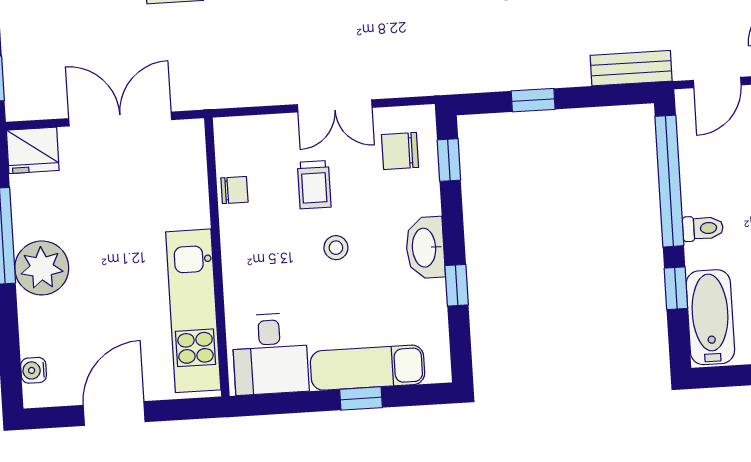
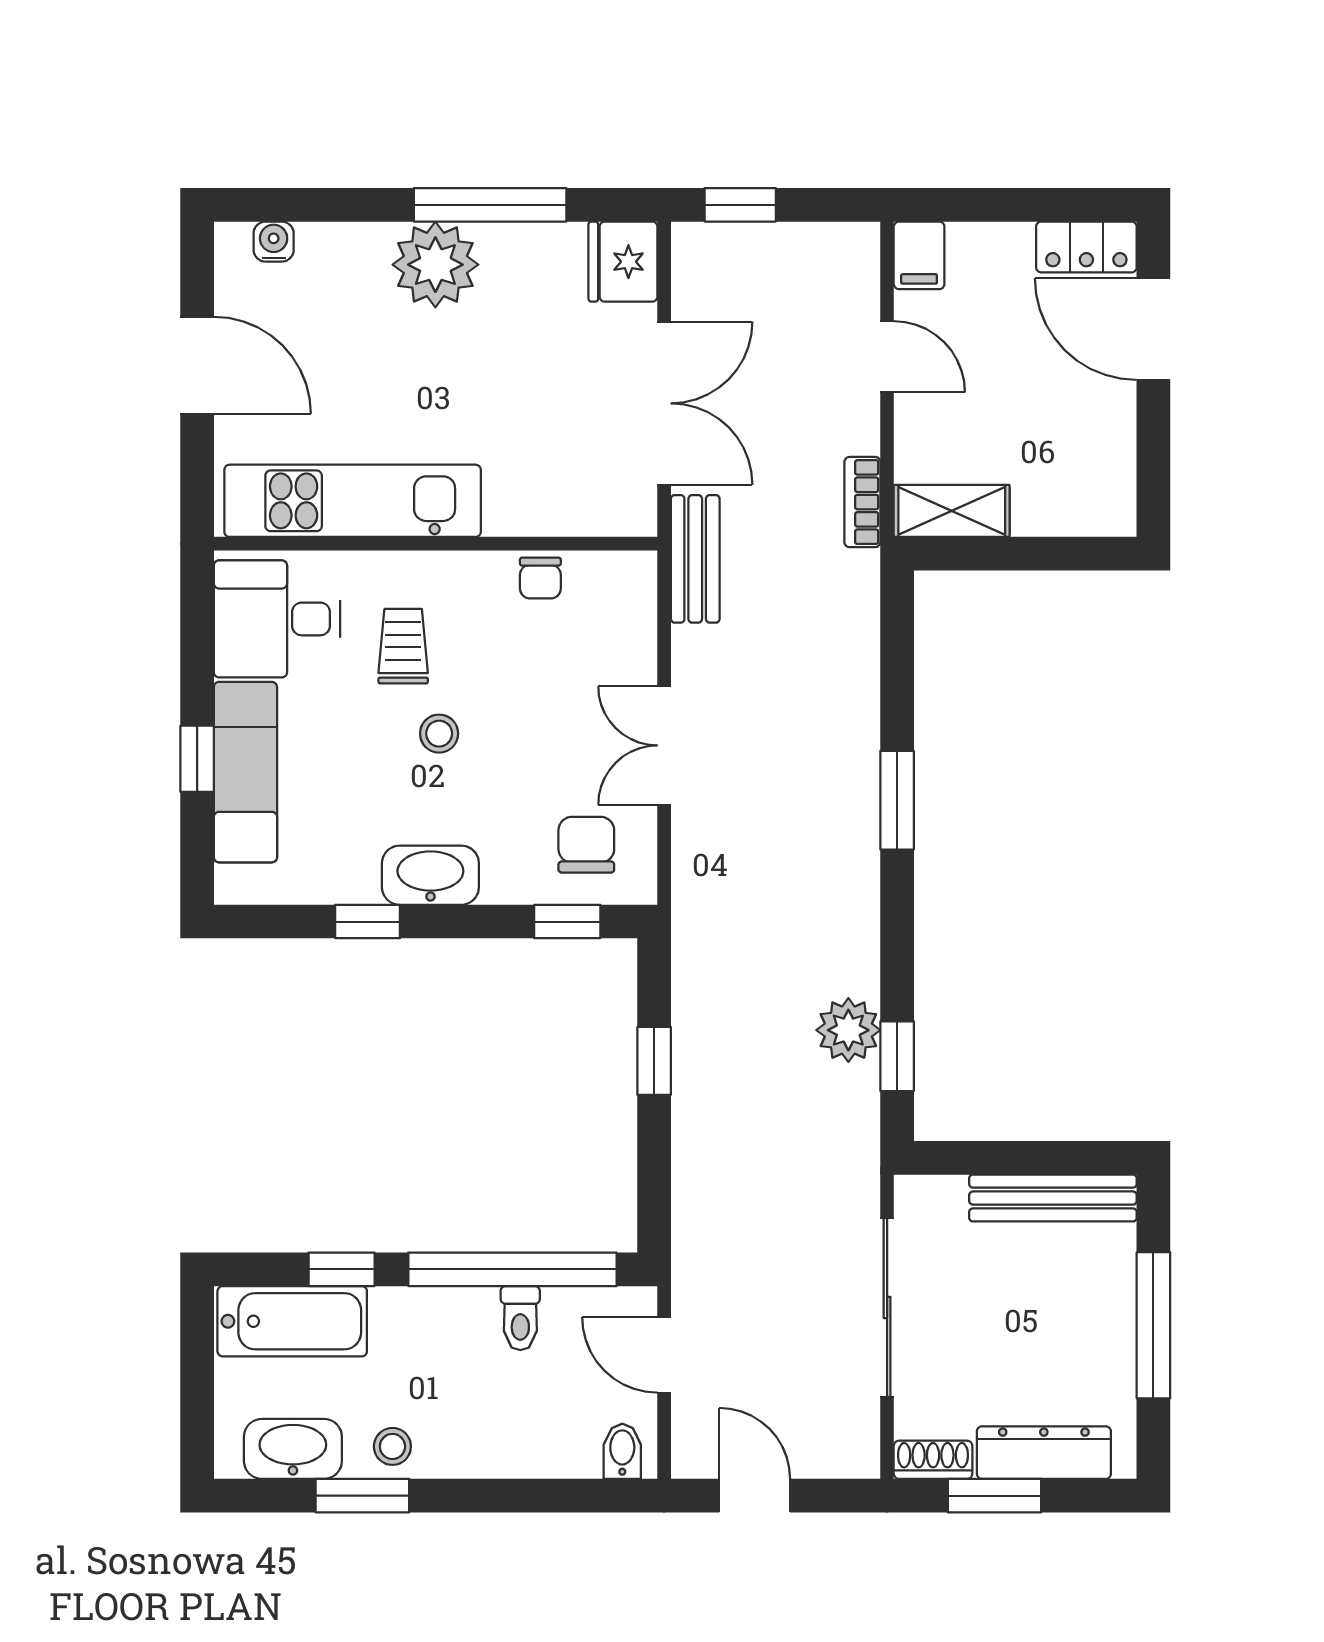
bench: (631, 68) -> (695, 559), moved
trolley: (314, 185) -> (403, 646), moved, turned 90
toilet: (703, 228) -> (520, 1318), moved

